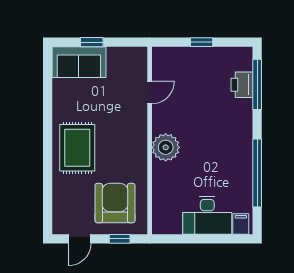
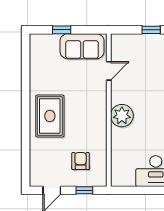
sofa: (79, 62) -> (82, 46), moved
armchair: (115, 203) -> (81, 161), width x0.53, depth x0.53

